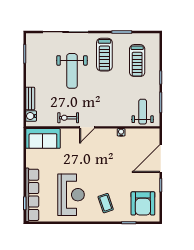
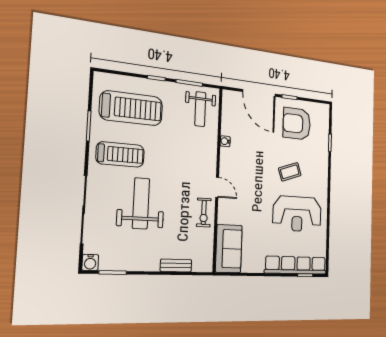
treadmill: (137, 61) -> (131, 108), width x1.37, depth x1.38
weight bench: (72, 71) -> (141, 203), turned -90
weight bench: (143, 112) -> (200, 109), turned -90
water cooler: (31, 116) -> (90, 262), moved
reception desk: (71, 195) -> (297, 214), turned 180
coffee table: (106, 203) -> (290, 172), moved
armchair: (143, 203) -> (297, 124), moved, turned 180

